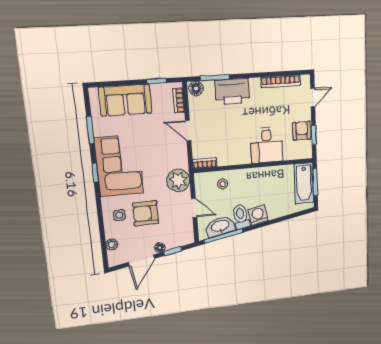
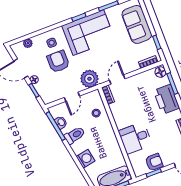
door: (188, 131) -> (117, 80), moved
washing machine: (258, 215) -> (86, 159), moved
washbasin: (220, 226) -> (61, 122), width x0.52, depth x0.69

